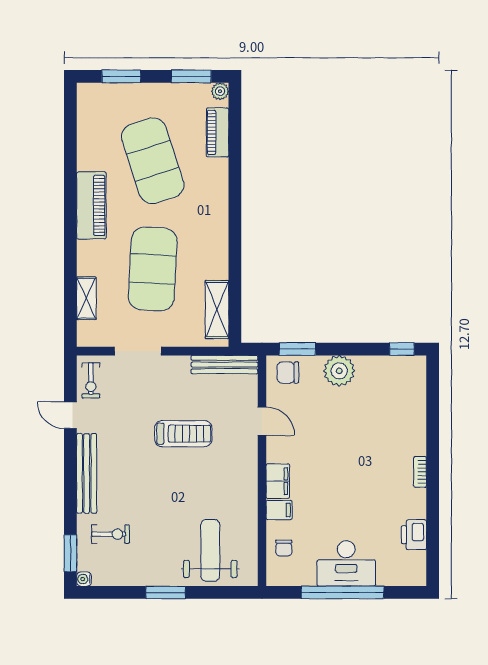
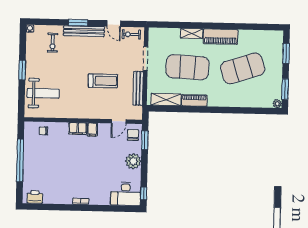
piano: (218, 132) -> (194, 100), moved
shelving: (86, 298) -> (192, 33), moved
bench: (224, 365) -> (138, 88), moved
door: (70, 415) -> (114, 24), swing flipped
door: (262, 421) -> (119, 121), moved
treadmill: (183, 434) -> (103, 81), turned -90
filing cabinet: (279, 510) -> (92, 130), moved
printer: (414, 535) -> (35, 197), moved
window: (70, 553) -> (78, 23), moved
desk: (346, 563) -> (126, 194), moved, turned -90

